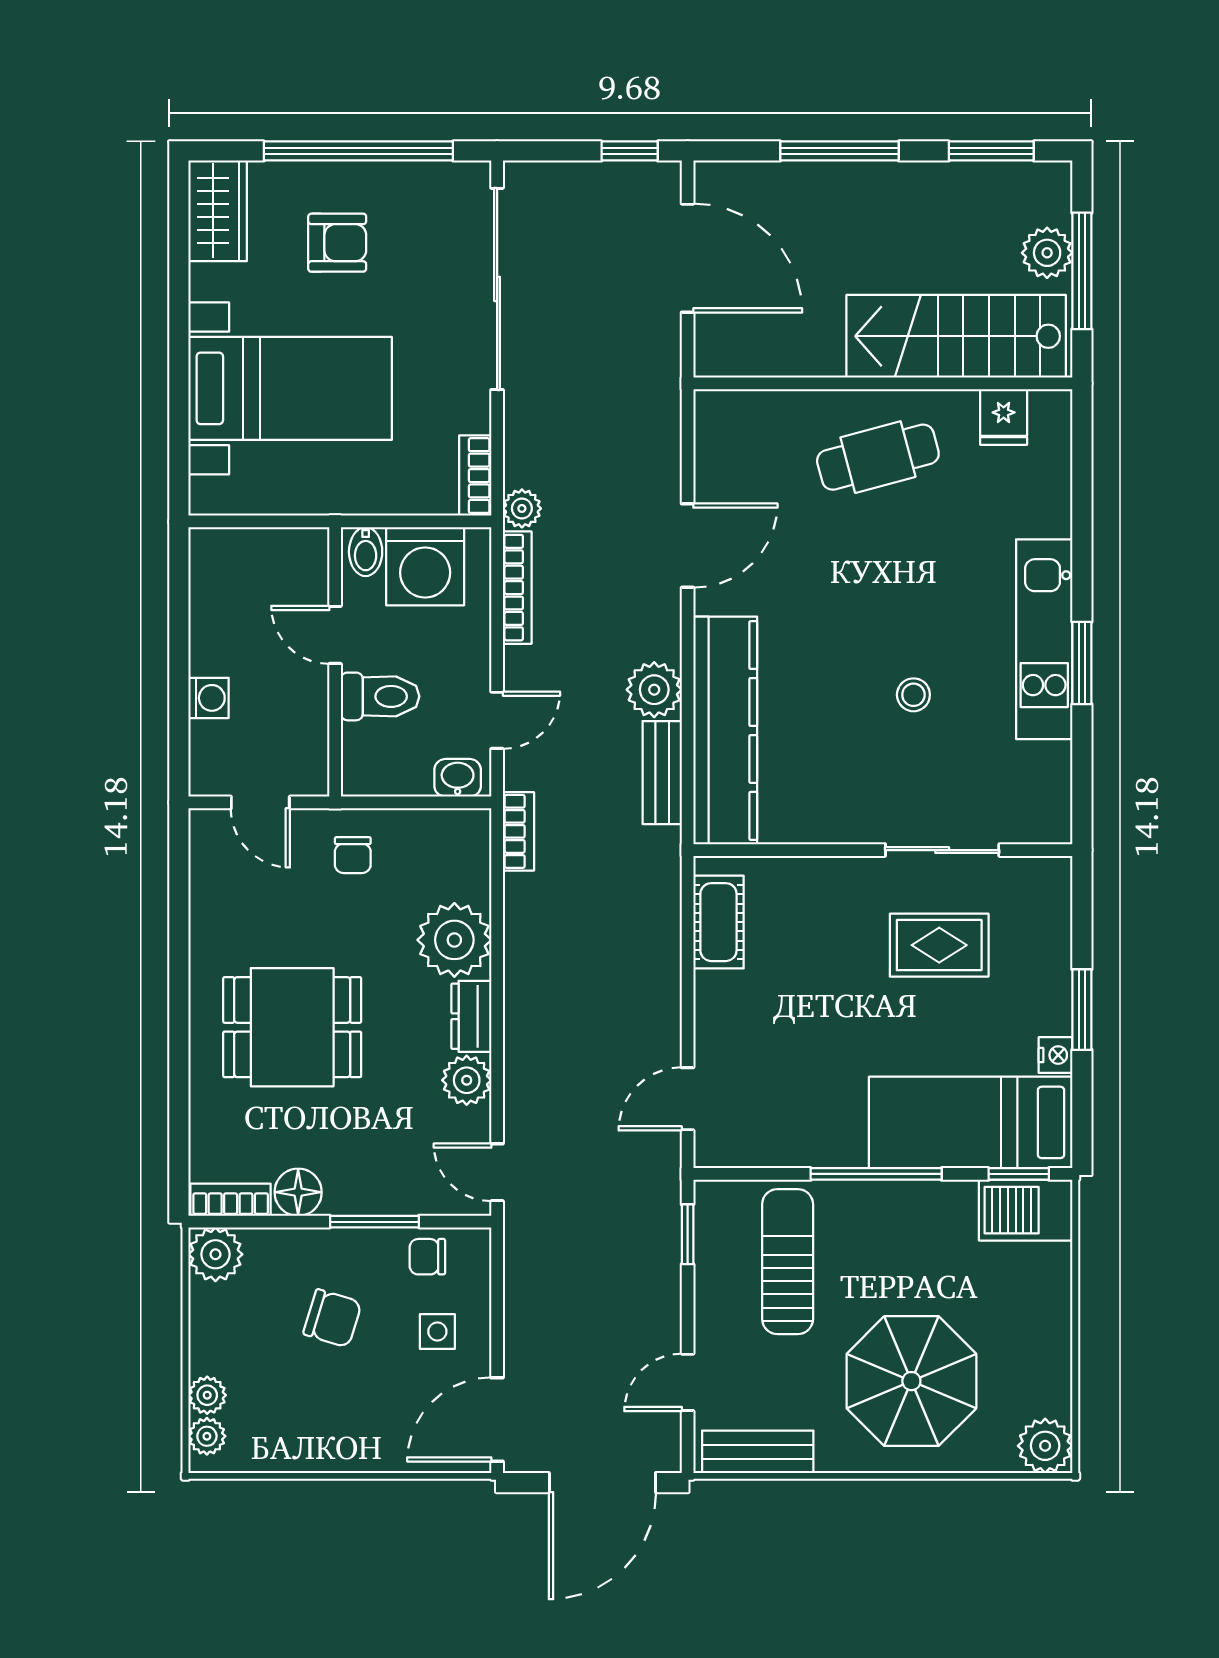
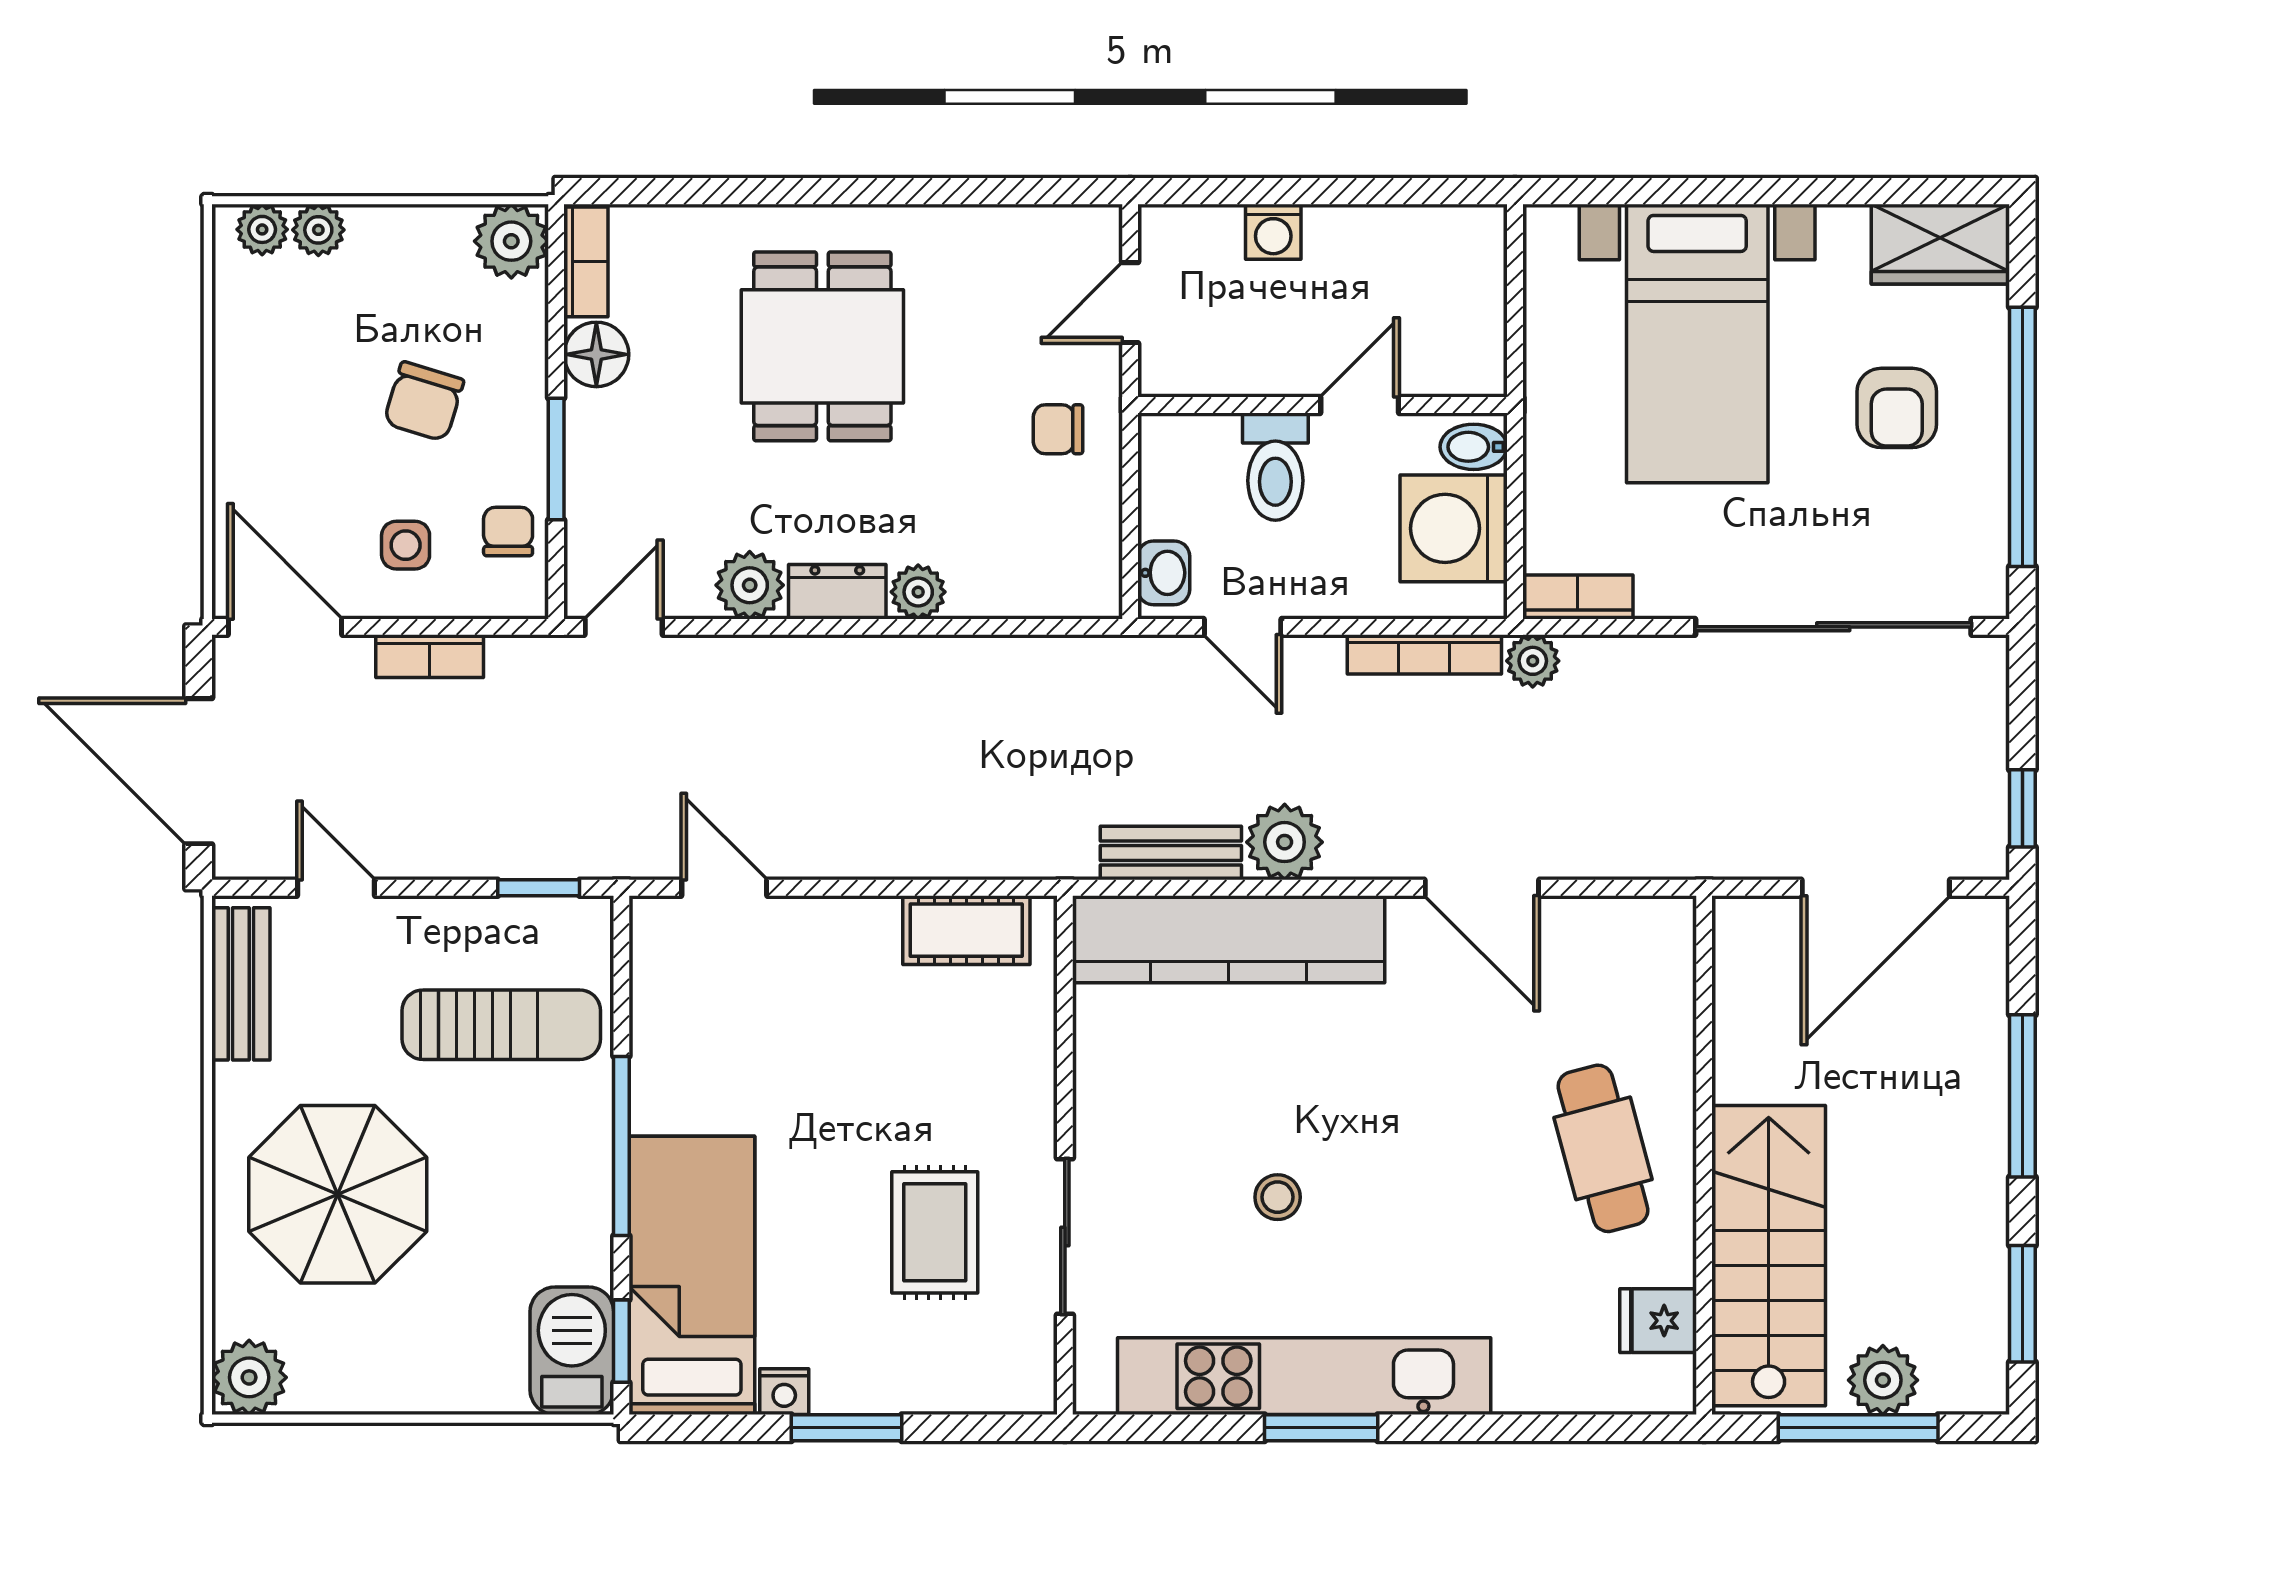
kitchen unit: (1044, 639) -> (1304, 1376), width x1.36
bookcase: (518, 831) -> (430, 656), moved
plant: (454, 940) -> (918, 592), width x0.53, depth x0.53

